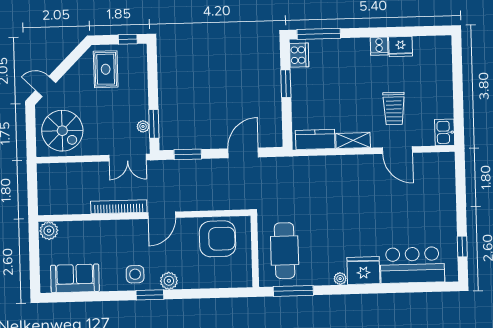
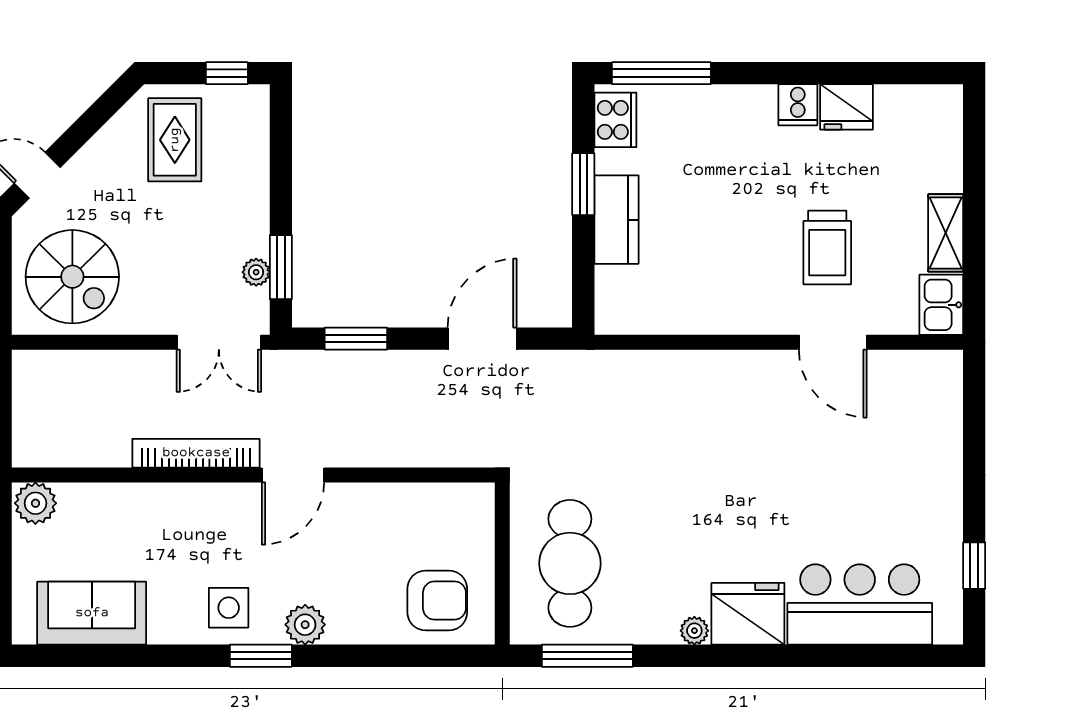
kitchen counter: (315, 139) -> (616, 220), moved, turned 90
shelving: (353, 140) -> (946, 233), moved, turned 90
armchair: (217, 239) -> (437, 600), moved, width x0.73, depth x0.73

